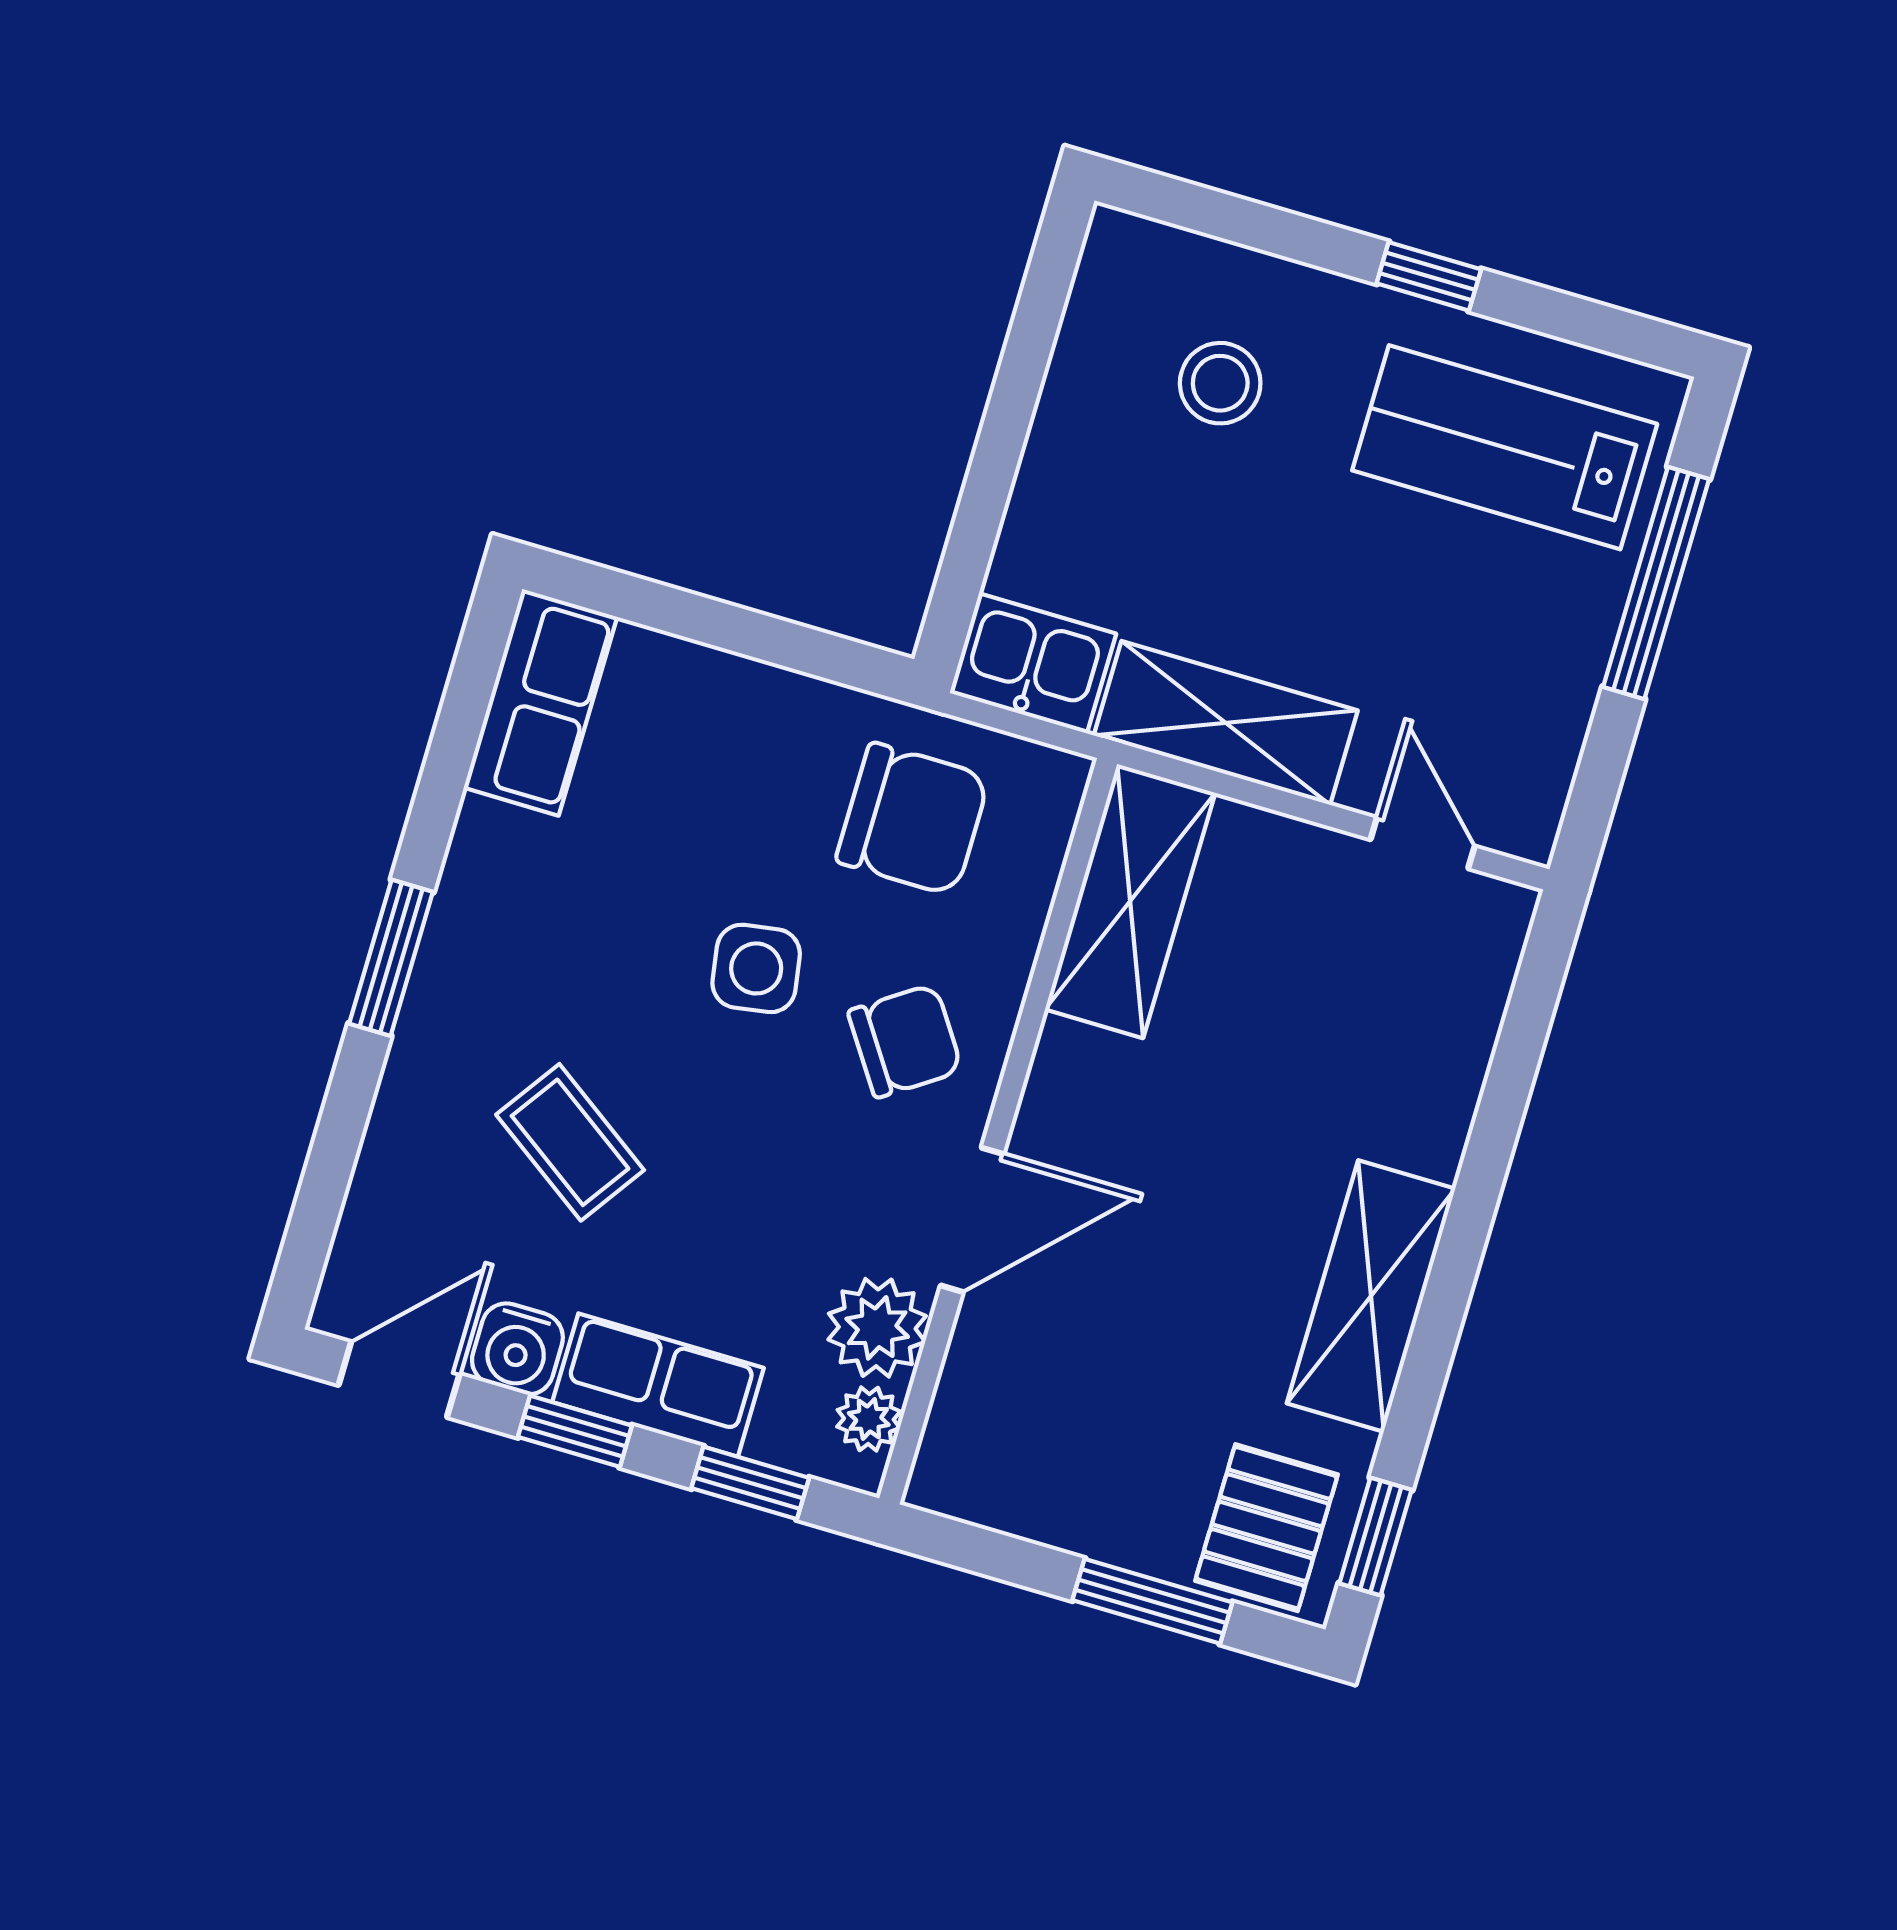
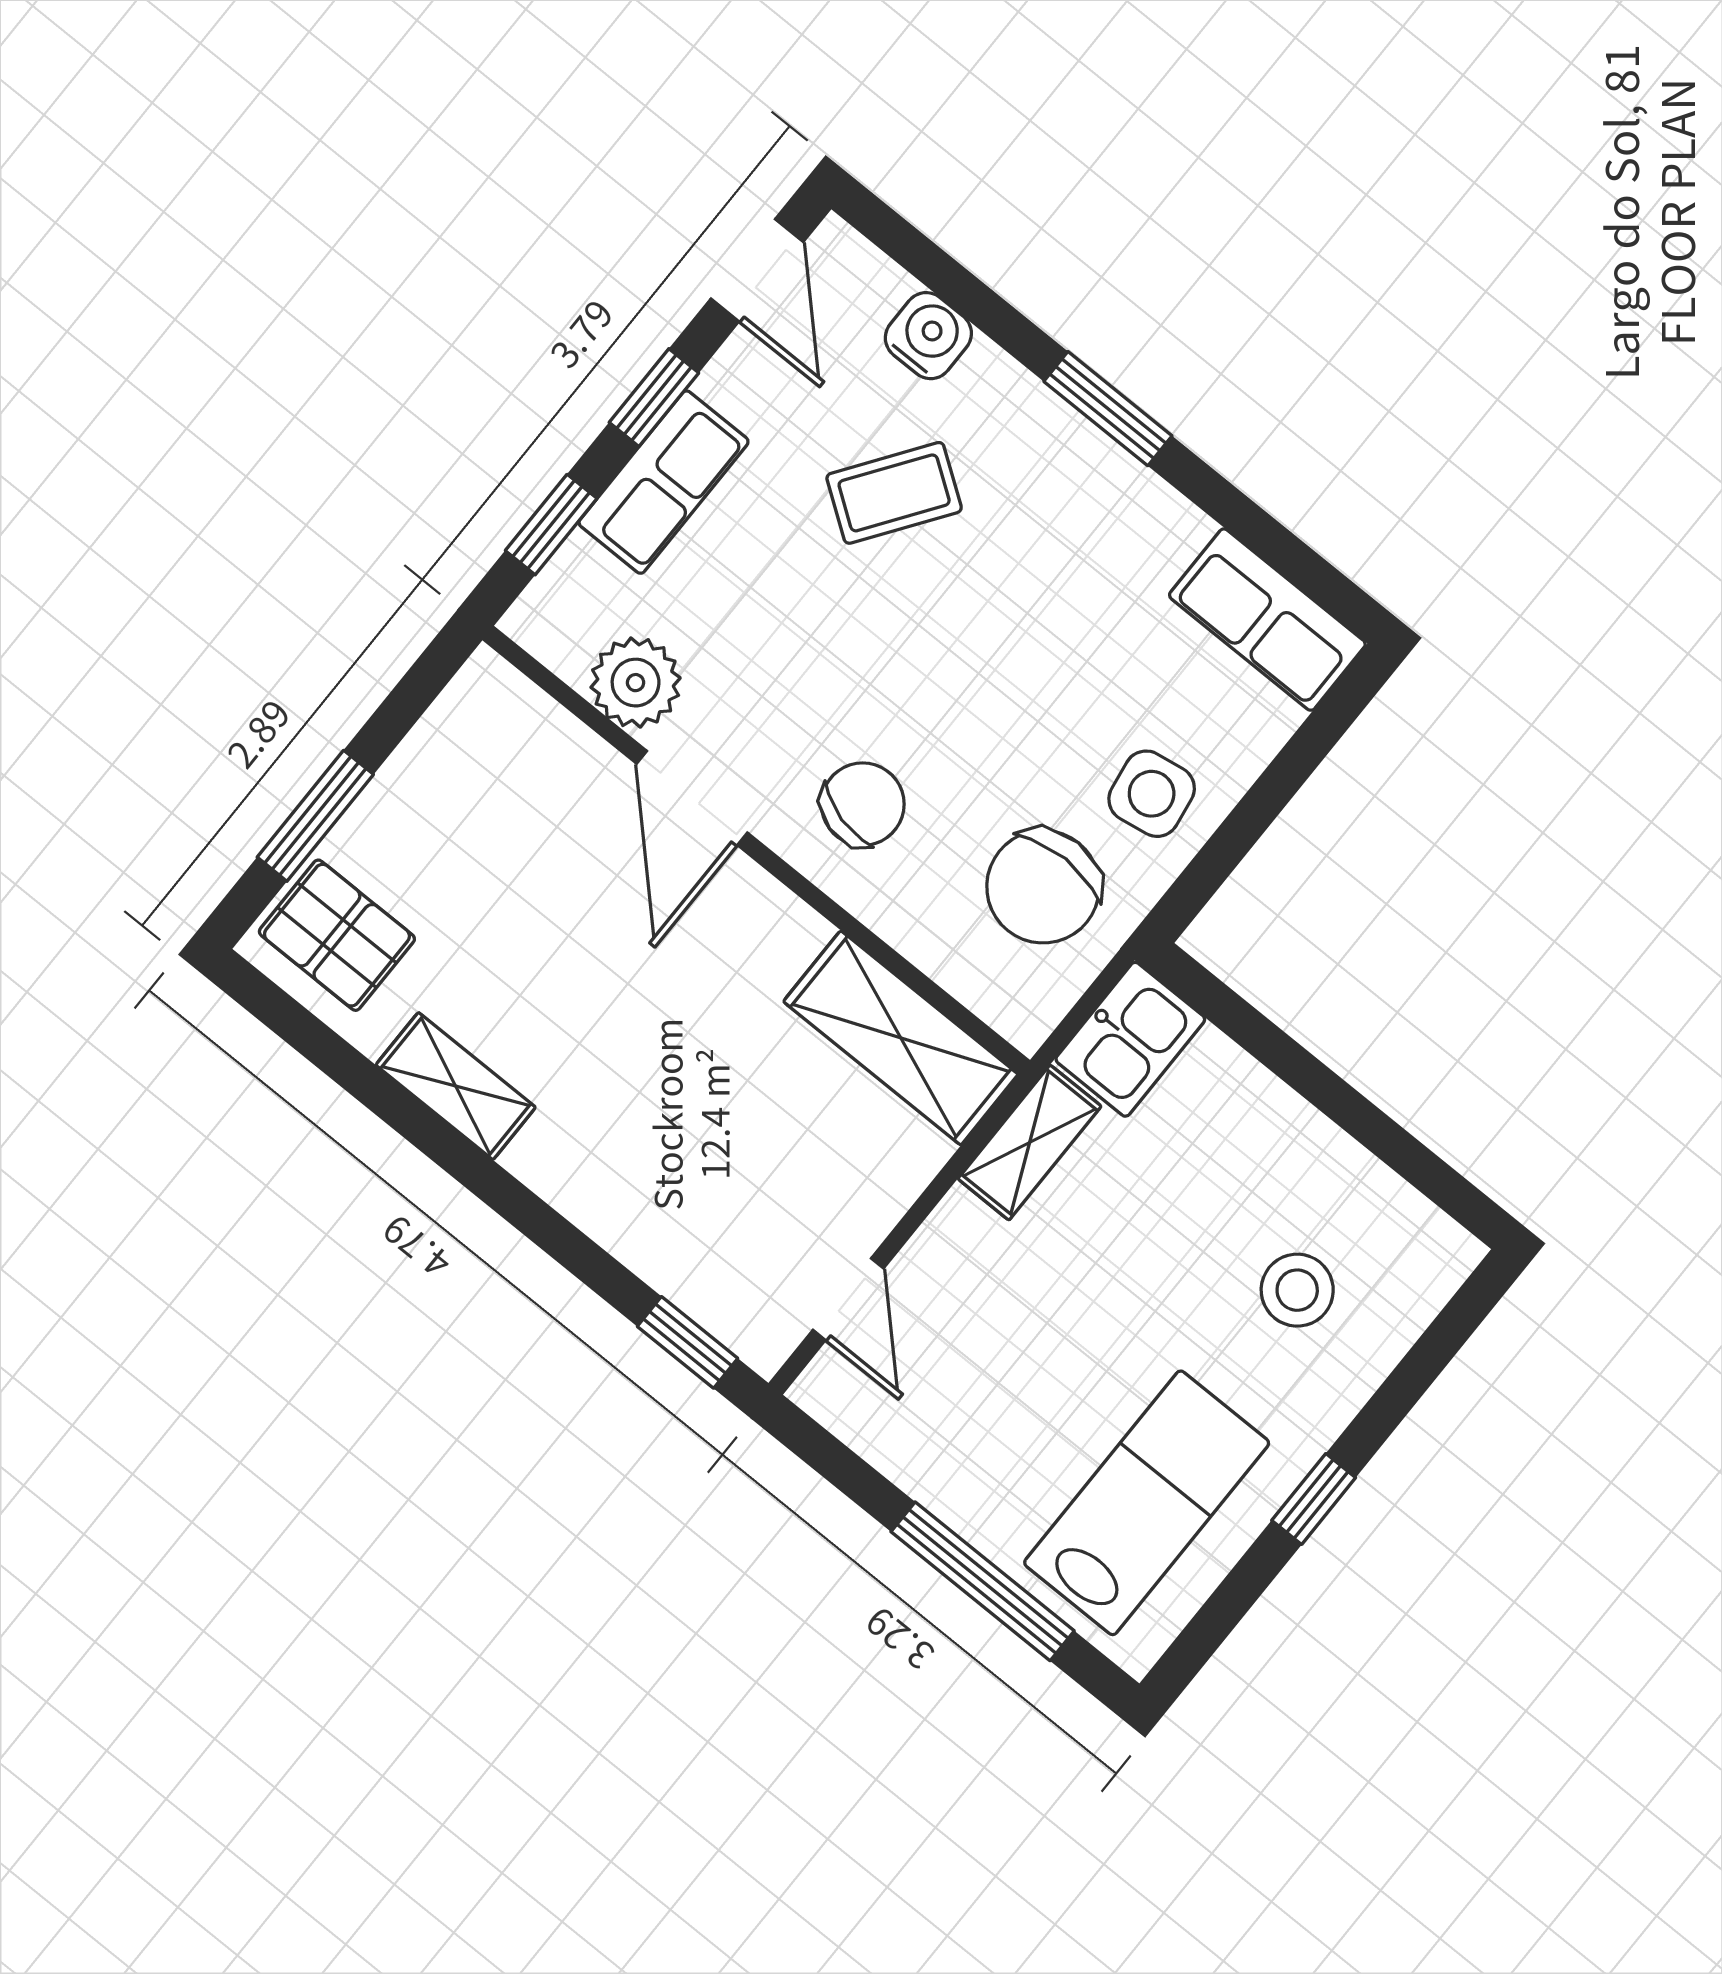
shelving: (1226, 723) -> (1030, 1143), width x0.67, depth x0.75
door: (1423, 843) -> (848, 1299), hinge flipped
side table: (756, 968) -> (1152, 794), moved
chair: (905, 1041) -> (863, 804), turned -131
shelving: (1371, 1296) -> (456, 1086), width x0.67, depth x0.75
water cooler: (517, 1349) -> (928, 336), moved, turned 90
plant: (869, 1419) -> (563, 644), removed
window: (1376, 1537) -> (688, 1342), moved

